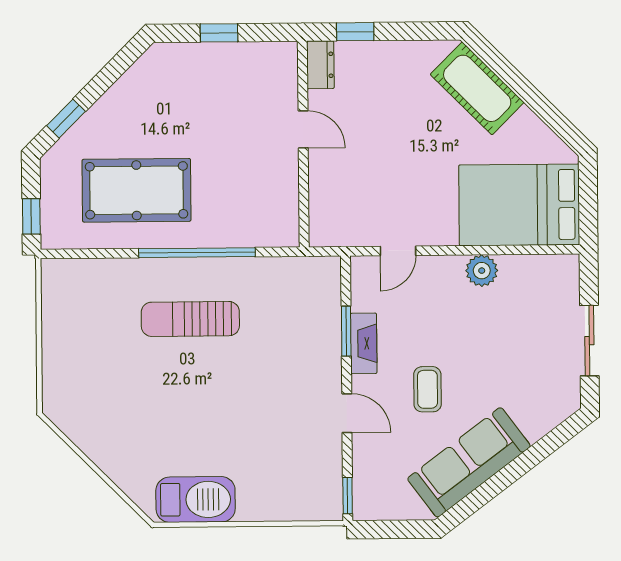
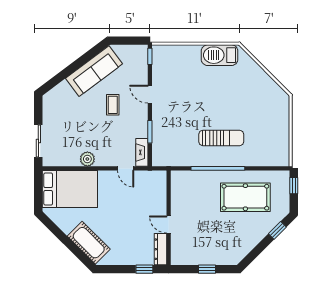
dresser: (320, 65) -> (161, 249), width x1.44
door: (398, 251) -> (126, 168), swing flipped
sliding door: (589, 341) -> (38, 141), moved
fireplace: (364, 343) -> (142, 152), moved

